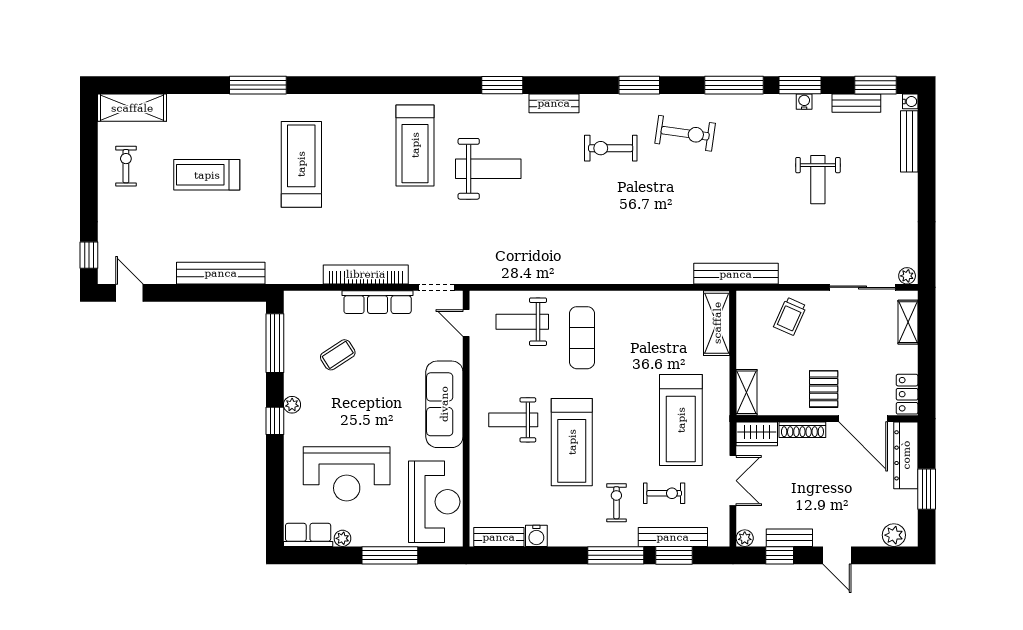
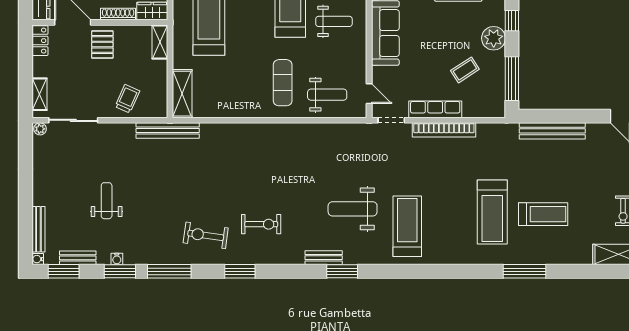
bench: (554, 103) -> (324, 258), moved
treadmill: (207, 175) -> (543, 214), moved
plant: (292, 405) -> (494, 38), width x1.88, depth x1.88

